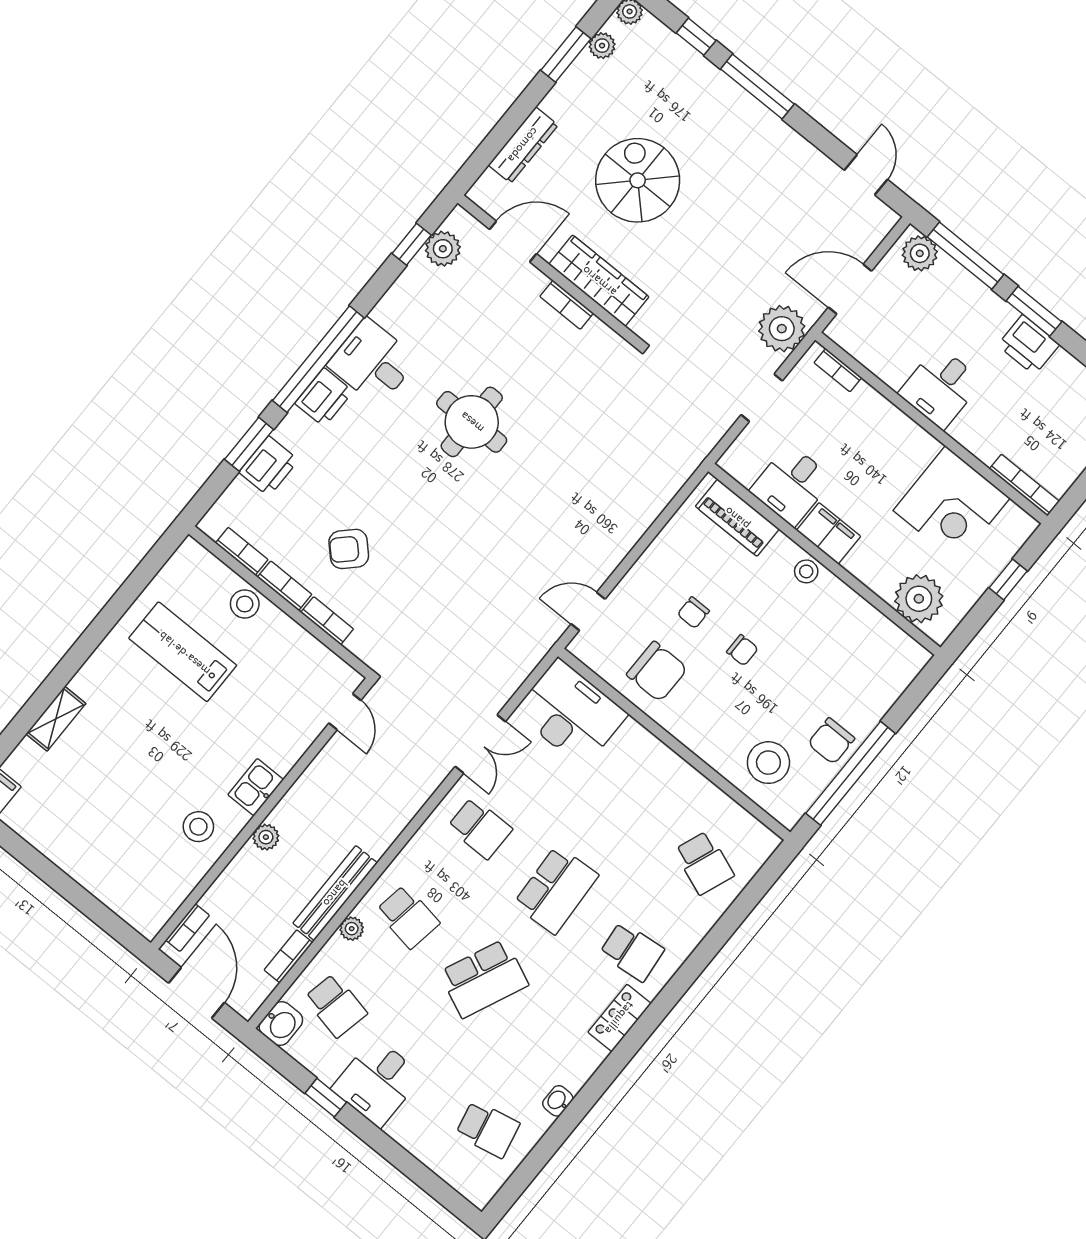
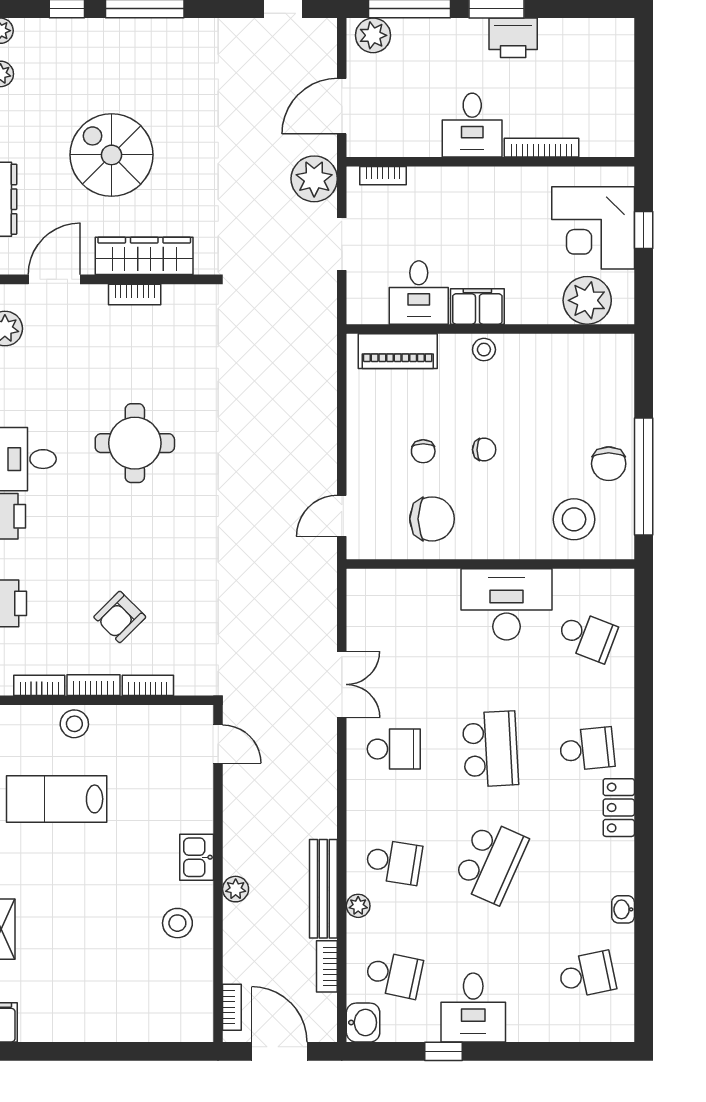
bookcase: (1024, 485) -> (541, 148), moved
corner desk: (952, 504) -> (593, 228), moved, turned 90
desk: (571, 713) -> (507, 604), moved

